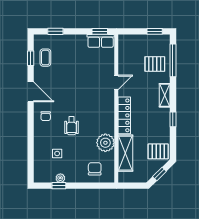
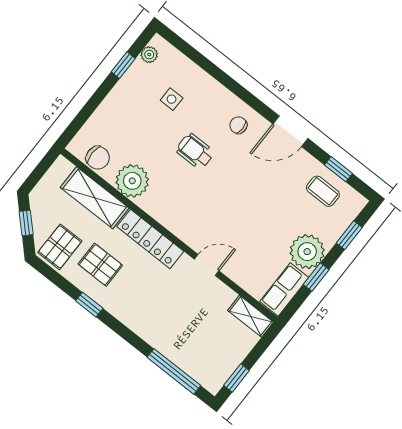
window: (100, 31) -> (316, 277), moved
plant: (77, 44) -> (307, 252), added
pallet: (155, 64) -> (100, 265), moved, turned 90
door: (116, 82) -> (207, 265), swing flipped
shelving: (165, 95) -> (251, 316), moved
chair: (95, 169) -> (98, 158), moved
plant: (60, 178) -> (149, 55), moved

